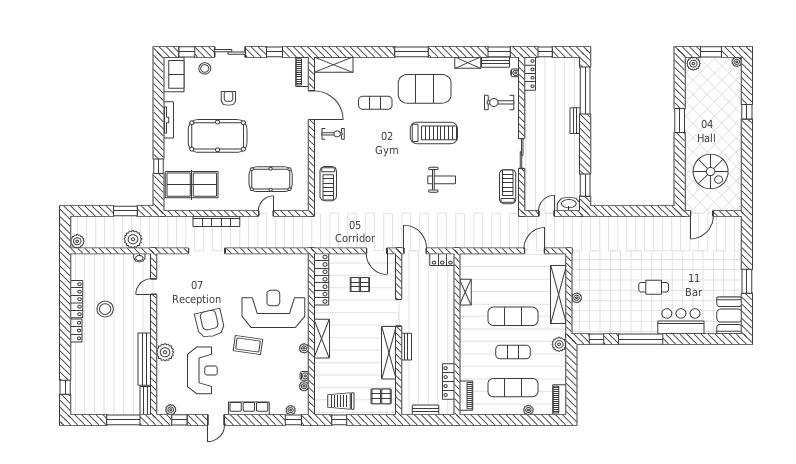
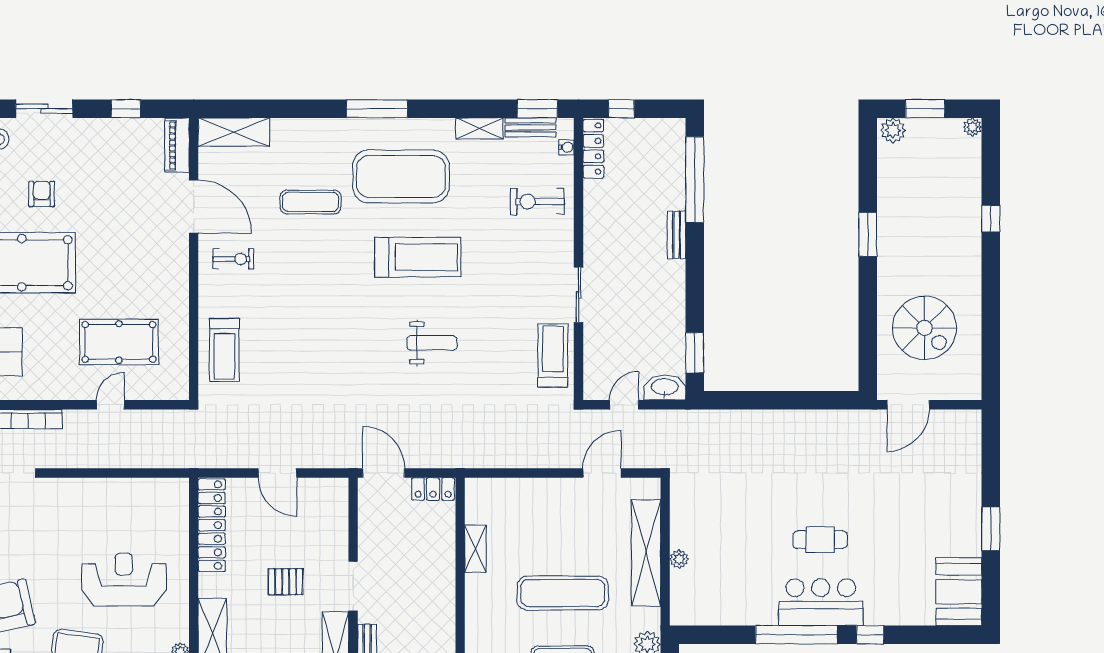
door: (377, 251) -> (277, 473), moved
pallet: (360, 285) -> (286, 582), moved
reception desk: (273, 309) -> (124, 580), width x0.74, depth x0.77
bar counter: (681, 321) -> (821, 602), moved
window: (596, 339) -> (870, 635), moved

